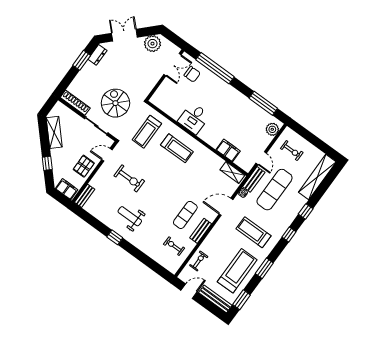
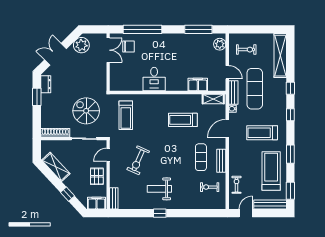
treadmill: (177, 148) -> (183, 120), moved, turned 180
exercise bike: (129, 178) -> (138, 160), turned 114

